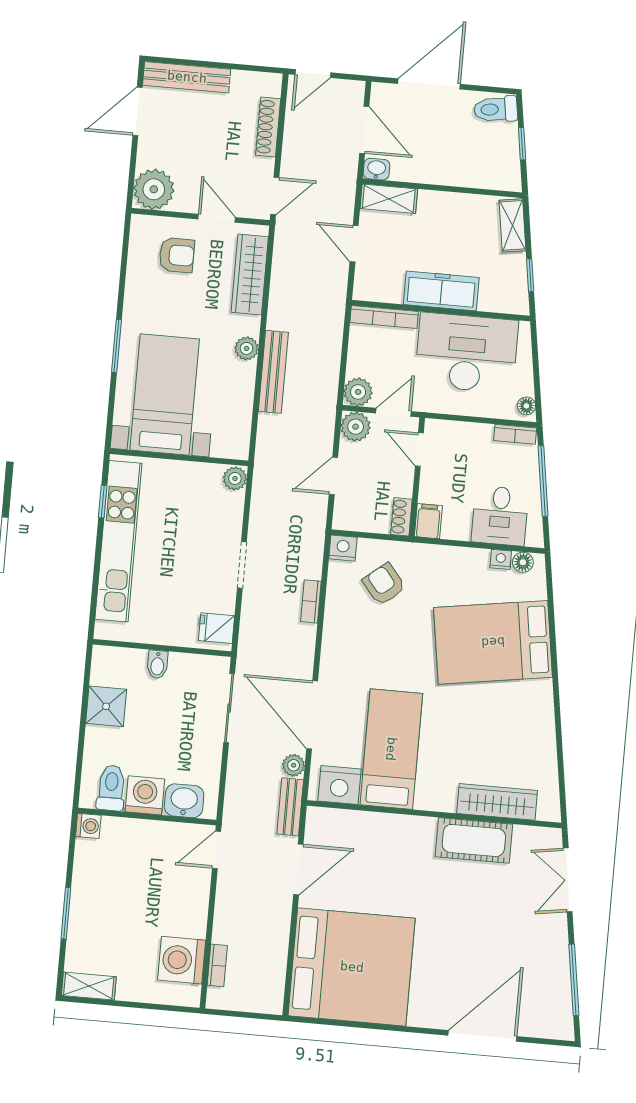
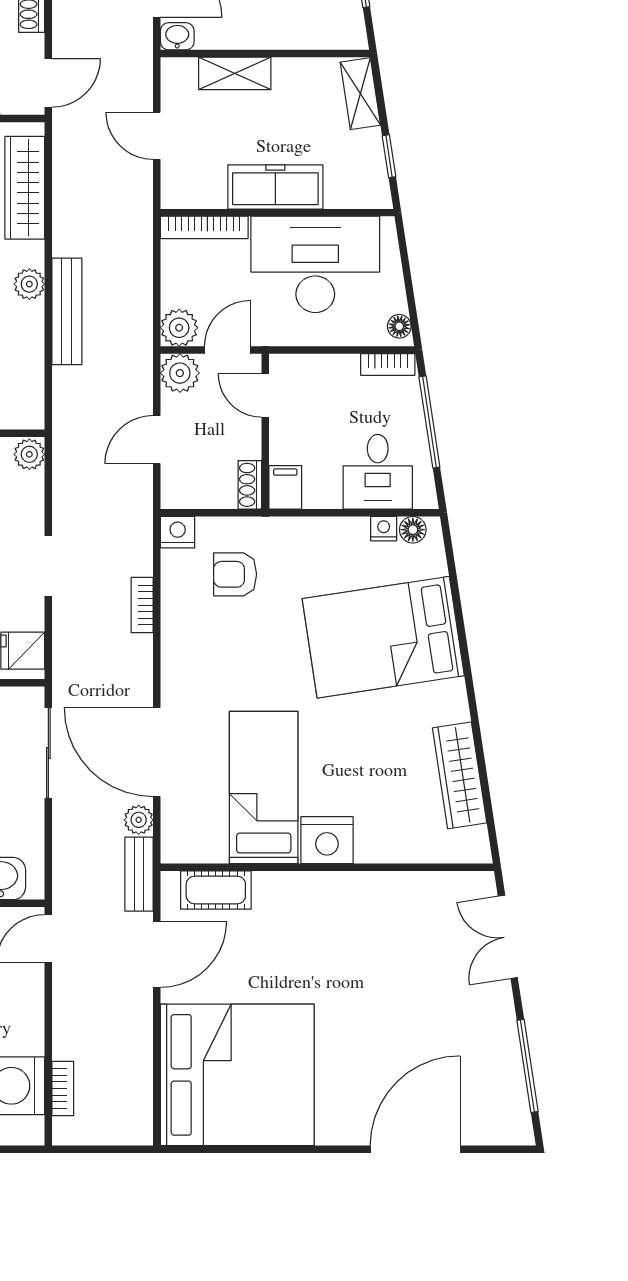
shelving: (389, 199) -> (235, 73), moved
armchair: (384, 584) -> (235, 574), turned -51
nightstand: (339, 785) -> (327, 840), moved
wardrobe: (497, 802) -> (460, 775), moved, turned -99
cot: (474, 840) -> (216, 890), moved, width x0.73, depth x0.75

